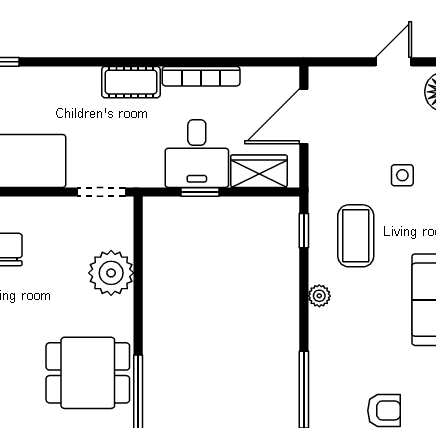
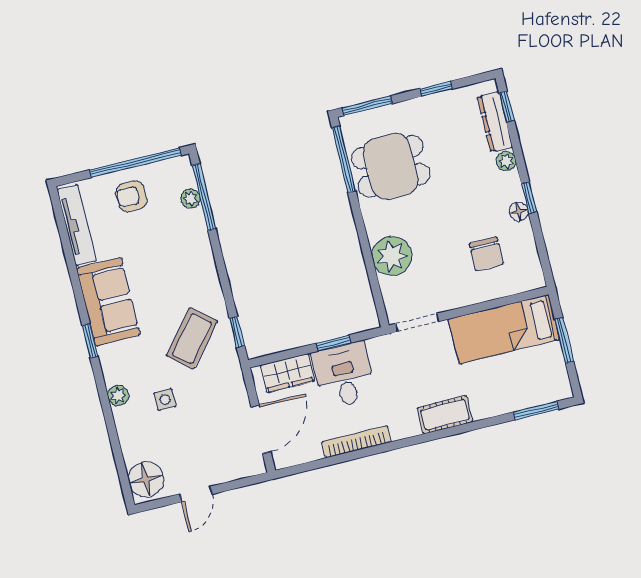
cot: (131, 82) -> (445, 415), moved
coffee table: (356, 236) -> (192, 338), turned 40
plant: (319, 296) -> (190, 199), moved

